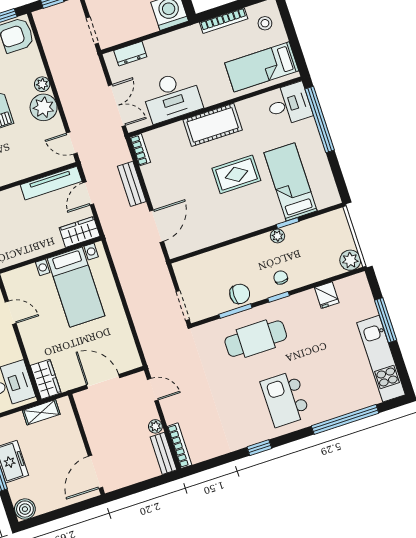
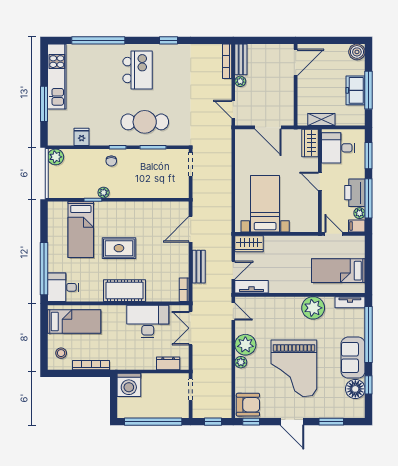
tv unit: (51, 183) -> (251, 287), width x0.71
chair: (240, 294) -> (146, 159), removed
door: (11, 313) -> (320, 181), moved

